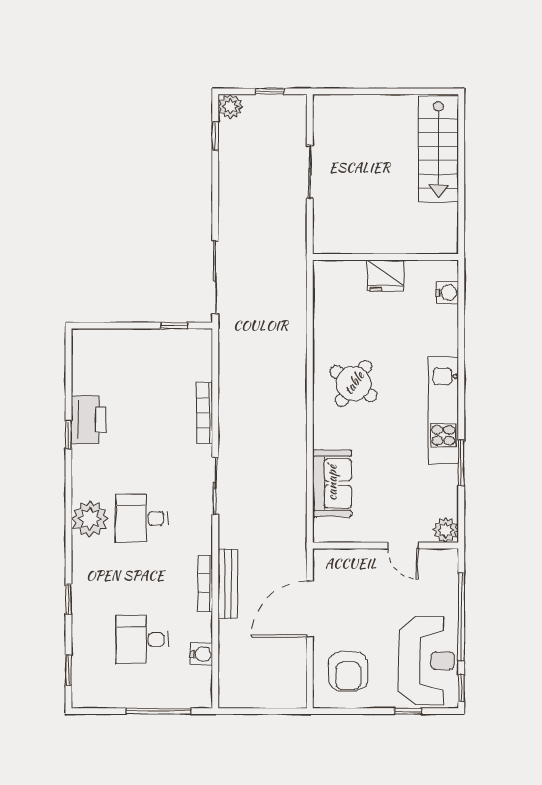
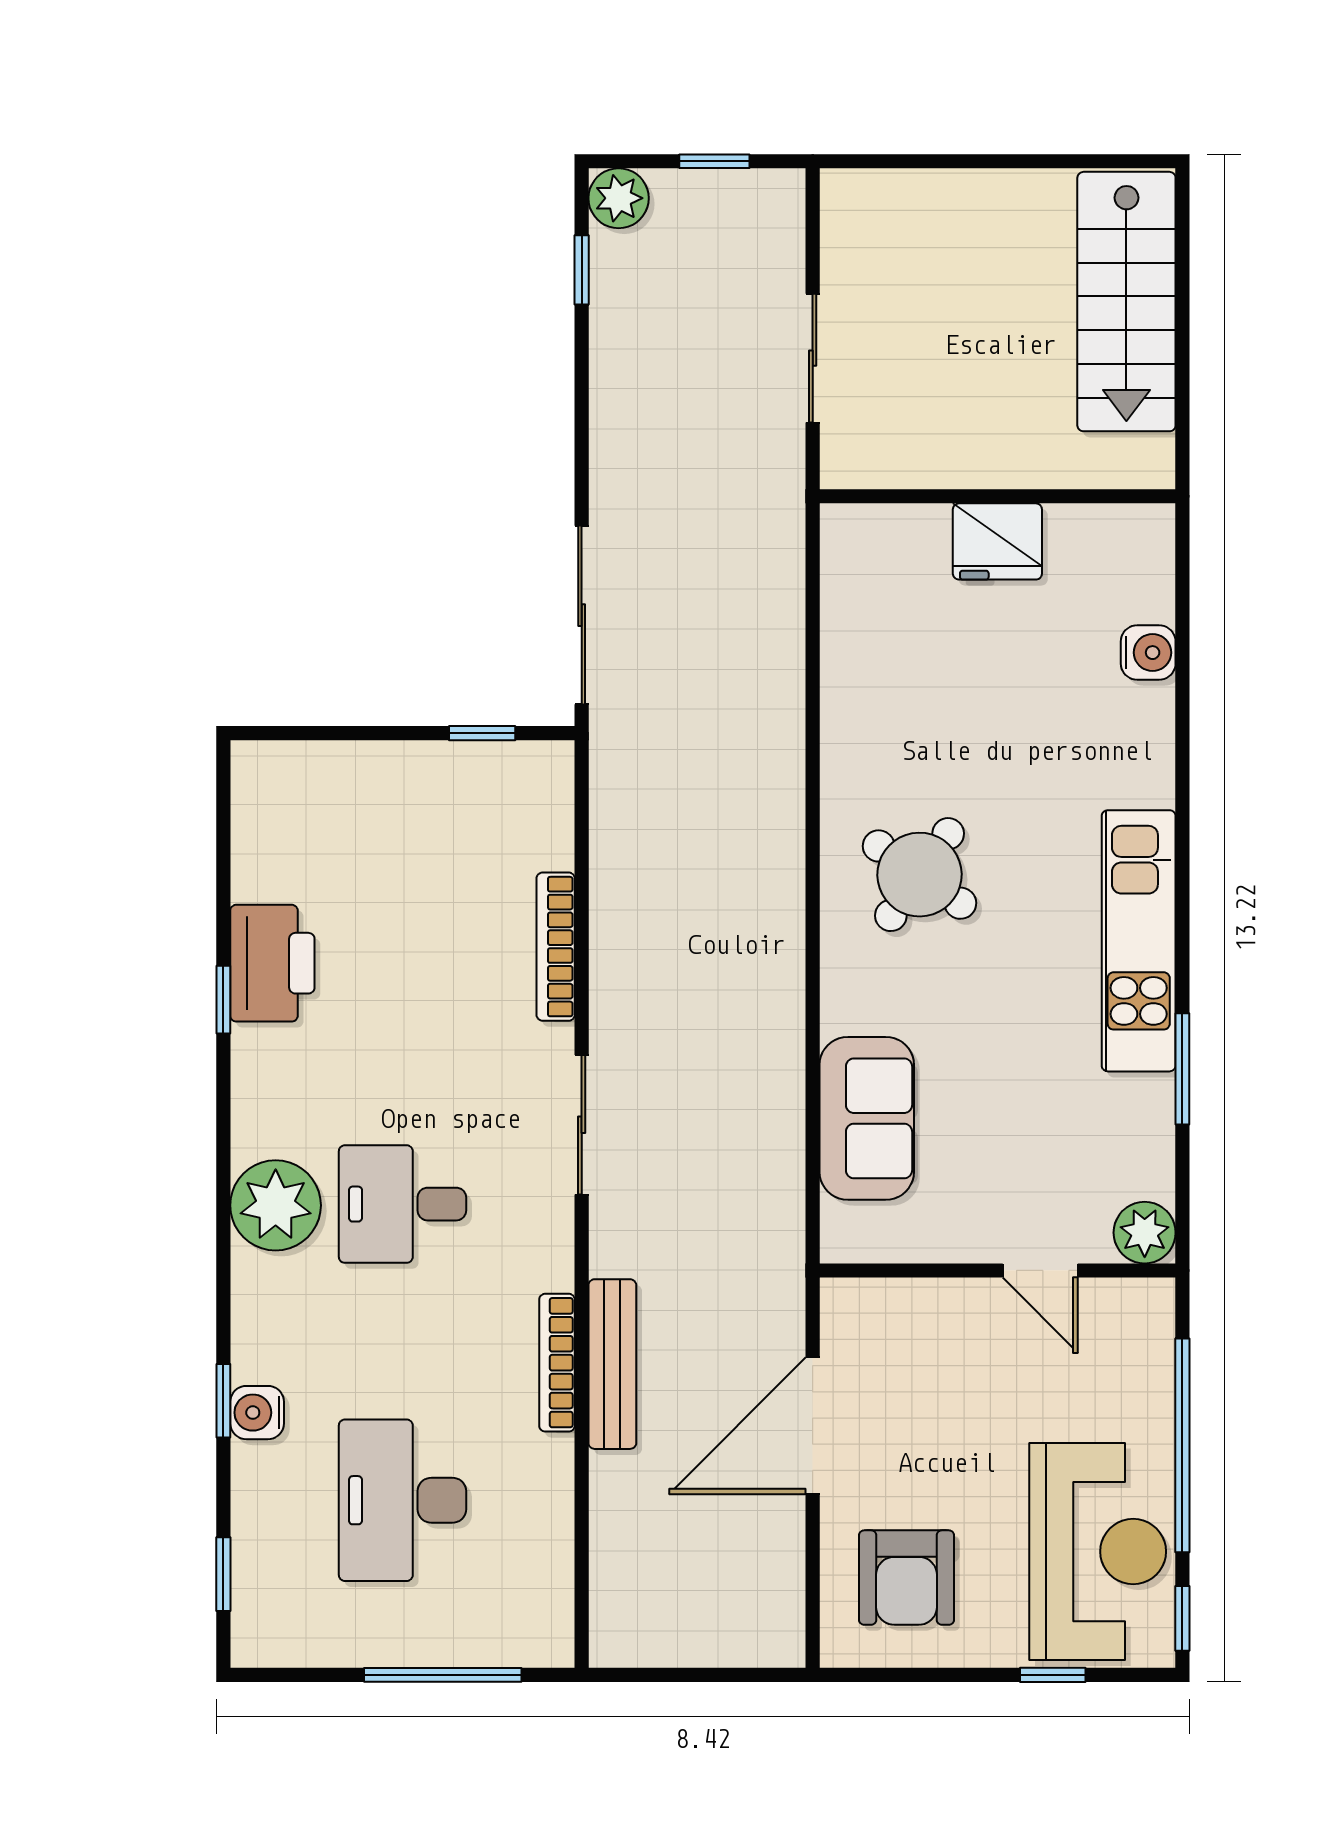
wall: (386, 257) -> (998, 496), moved
fridge: (385, 275) -> (997, 541), moved
desk: (142, 640) -> (402, 1500), width x1.37
water cooler: (201, 654) -> (257, 1413), moved, turned 180

